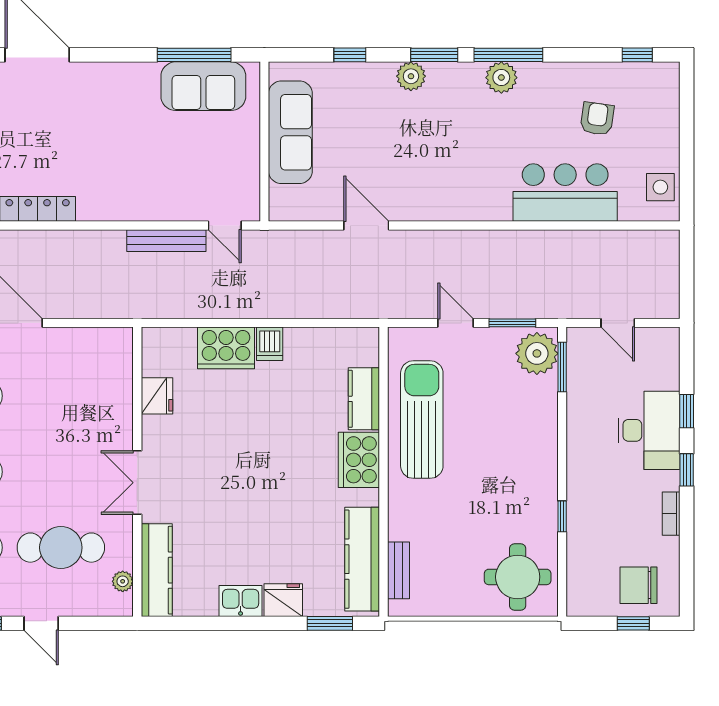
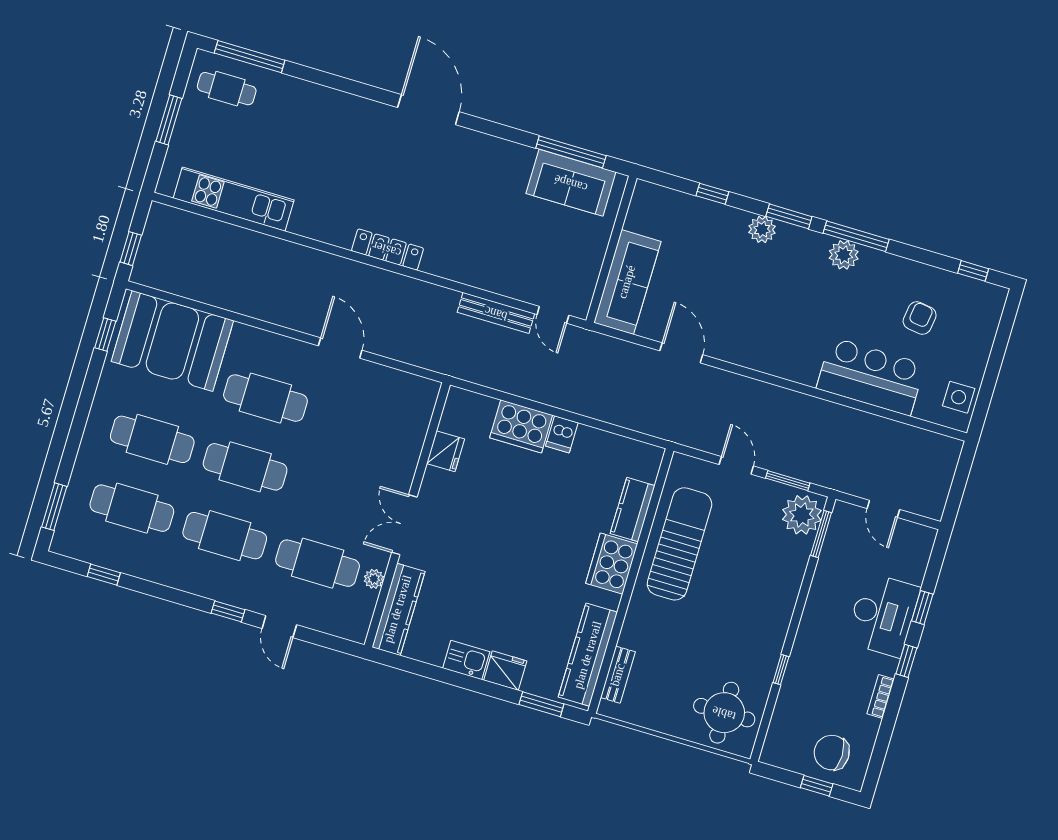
sofa: (290, 132) -> (627, 282), moved
plant: (123, 581) -> (374, 579), moved

